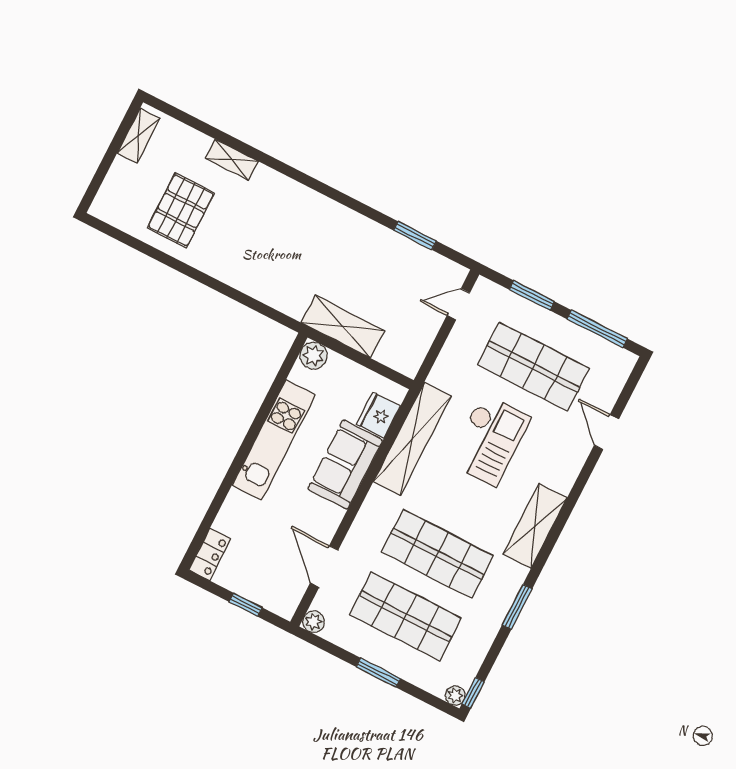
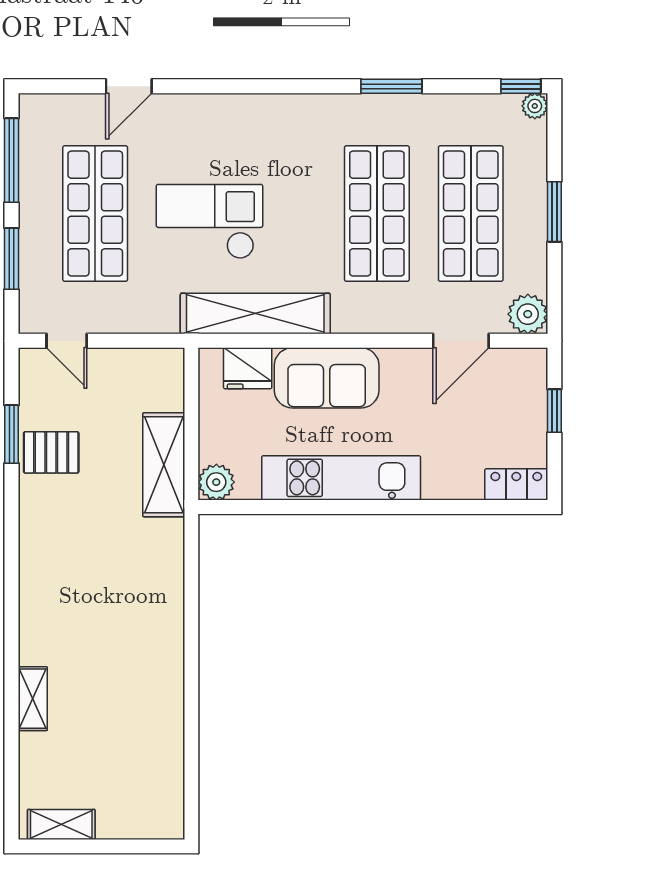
pallet: (181, 210) -> (51, 452), moved, width x0.67, depth x0.71
shelving: (535, 526) -> (284, 114), removed
plant: (314, 622) -> (528, 314), width x1.38, depth x1.38

